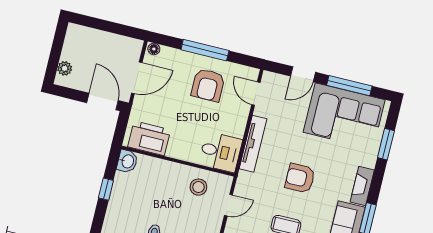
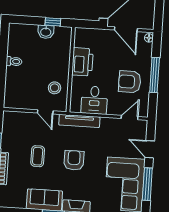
printer: (149, 138) -> (82, 62), moved
tv unit: (253, 144) -> (79, 121), moved
desk: (221, 152) -> (94, 100), moved
washbasin: (127, 161) -> (46, 32), moved
window: (106, 189) -> (53, 22), moved

